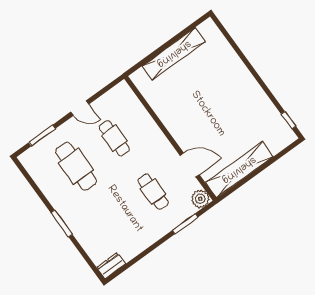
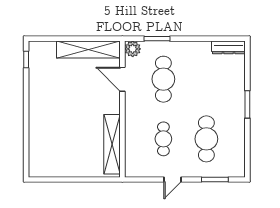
shelving: (174, 54) -> (112, 144), moved, turned 90
door: (80, 108) -> (173, 179), swing flipped
cafe table: (153, 192) -> (163, 79), width x1.37, depth x1.35
dresser: (111, 266) -> (228, 47), width x1.44

